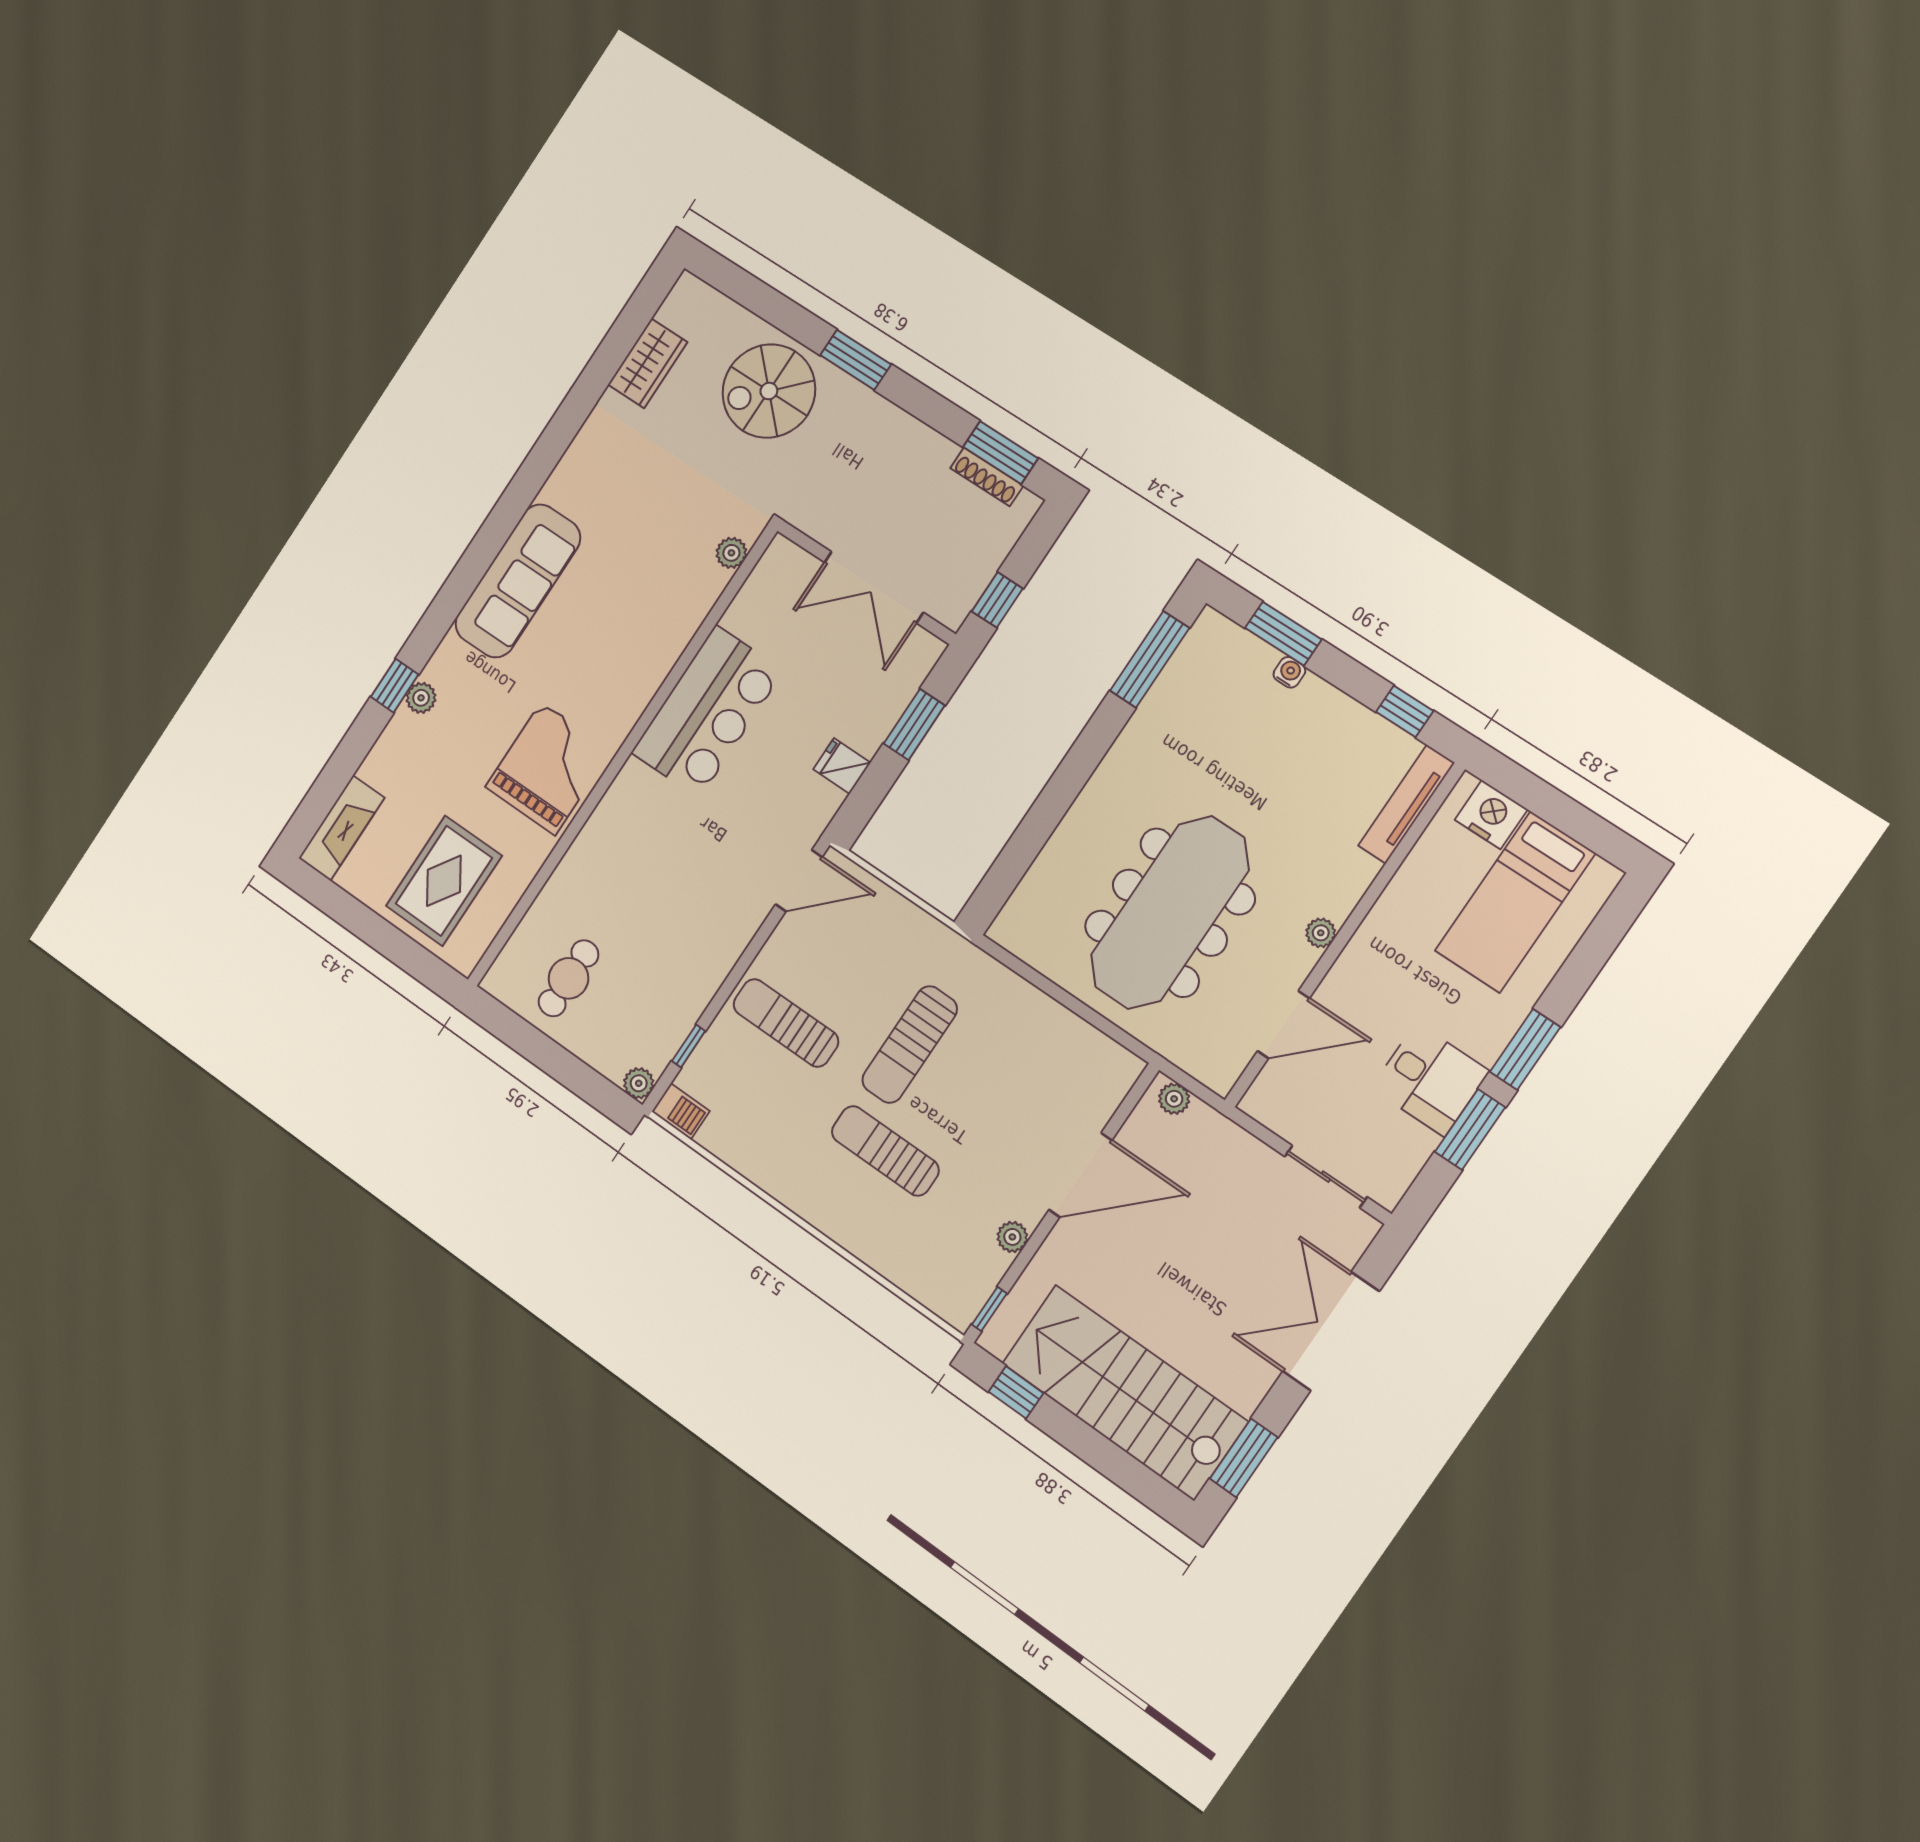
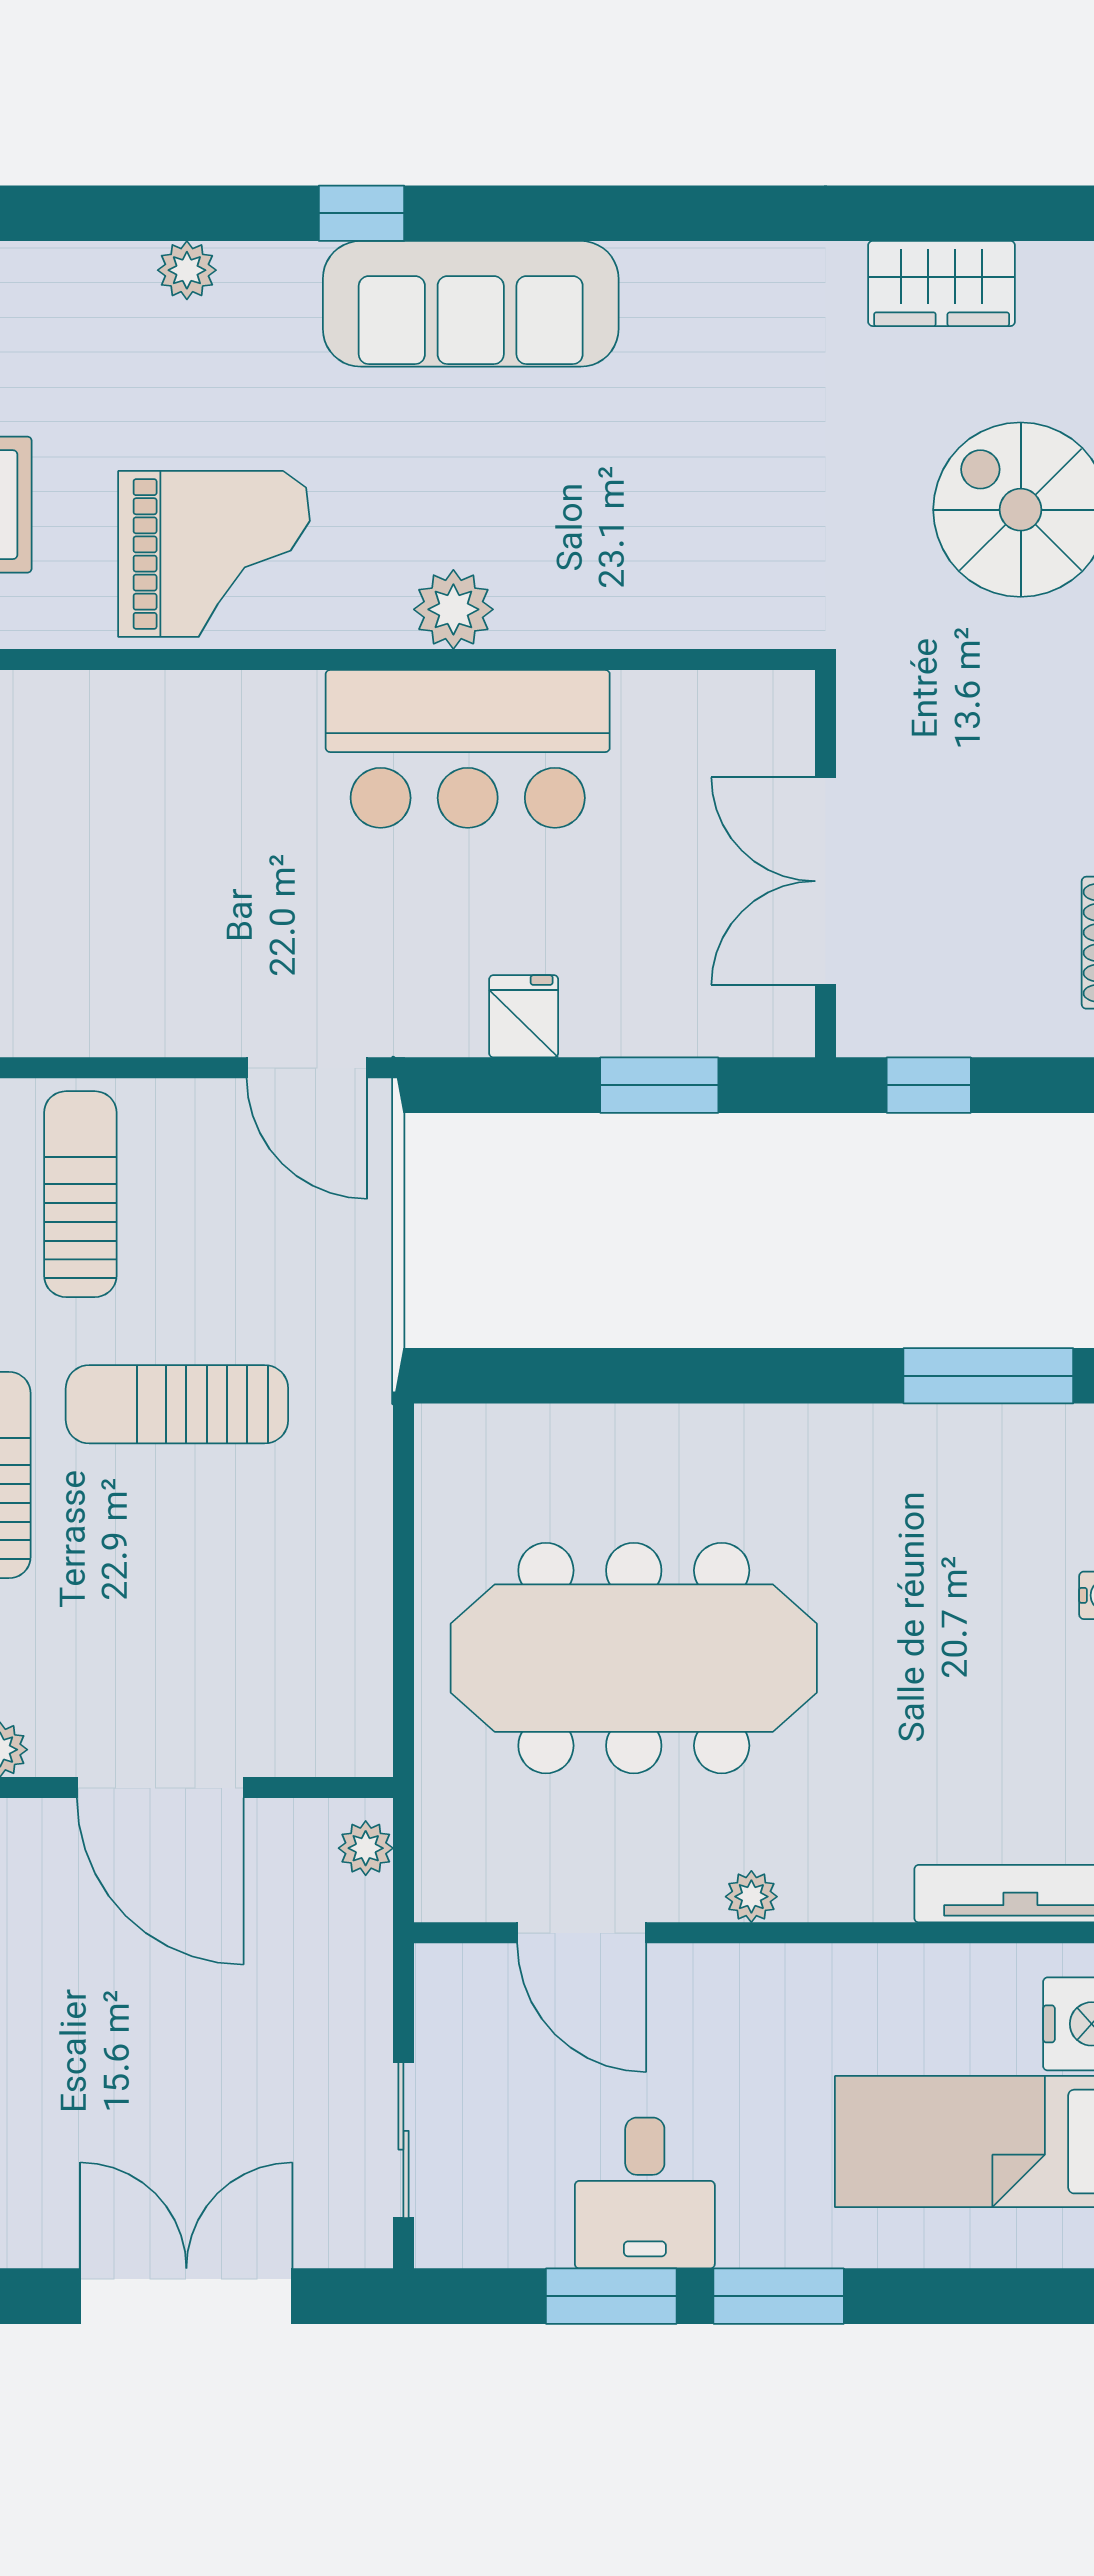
plant: (731, 553) -> (453, 609), moved, width x1.38, depth x1.38
window: (395, 686) -> (361, 213), moved

